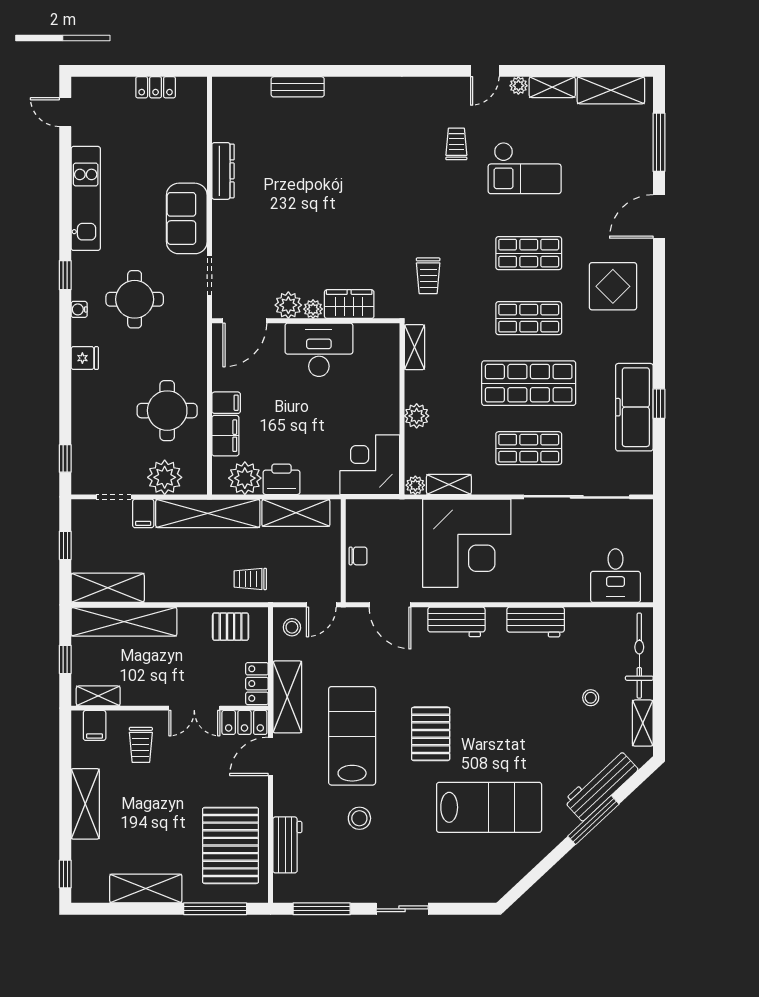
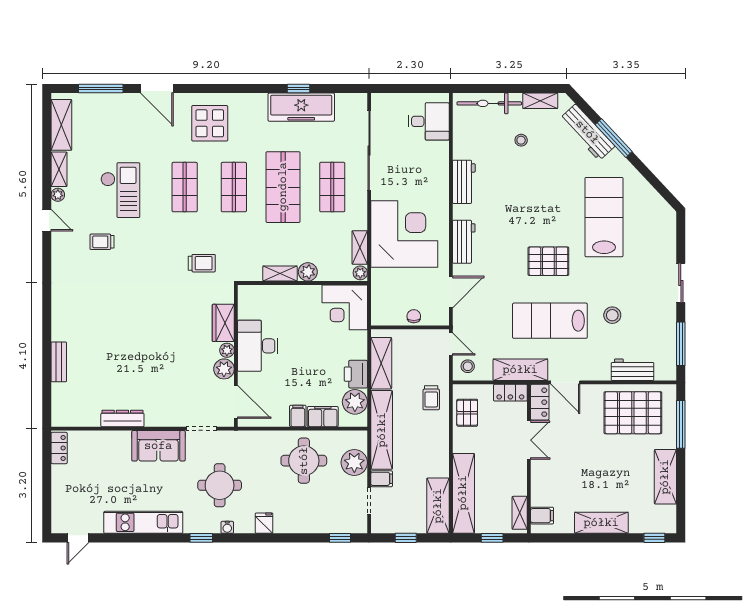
locker: (156, 87) -> (59, 448), moved
shelving: (414, 347) -> (280, 274), moved
trolley: (141, 745) -> (557, 481), removed

